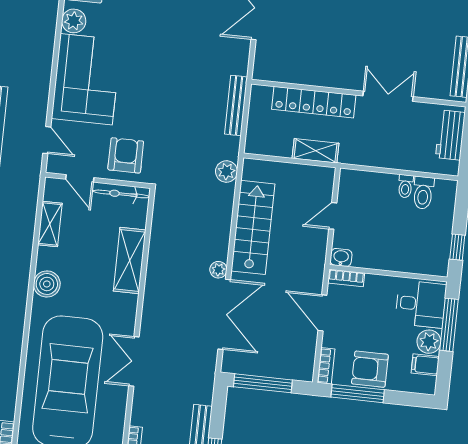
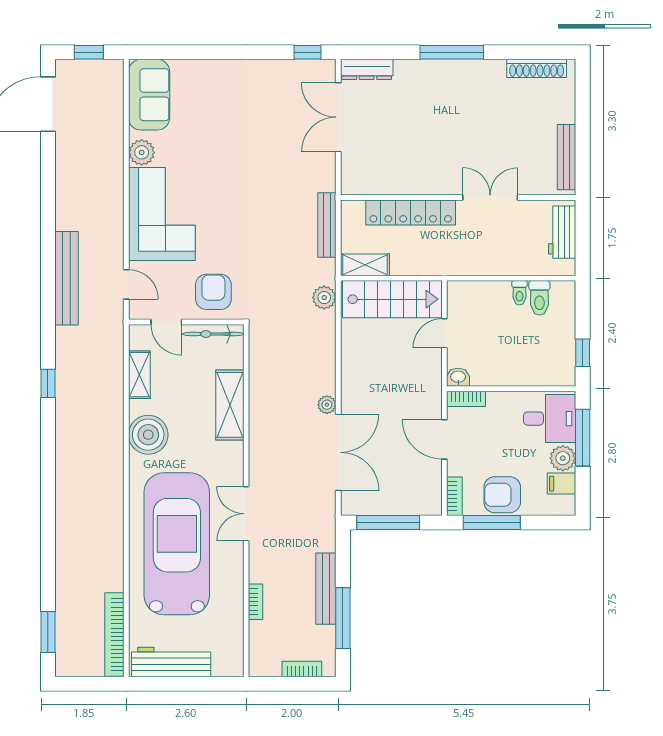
shelving: (315, 151) -> (365, 265), moved
stairs: (253, 227) -> (392, 299), moved, turned 90
boiler: (47, 284) -> (148, 435), width x1.37, depth x1.37

